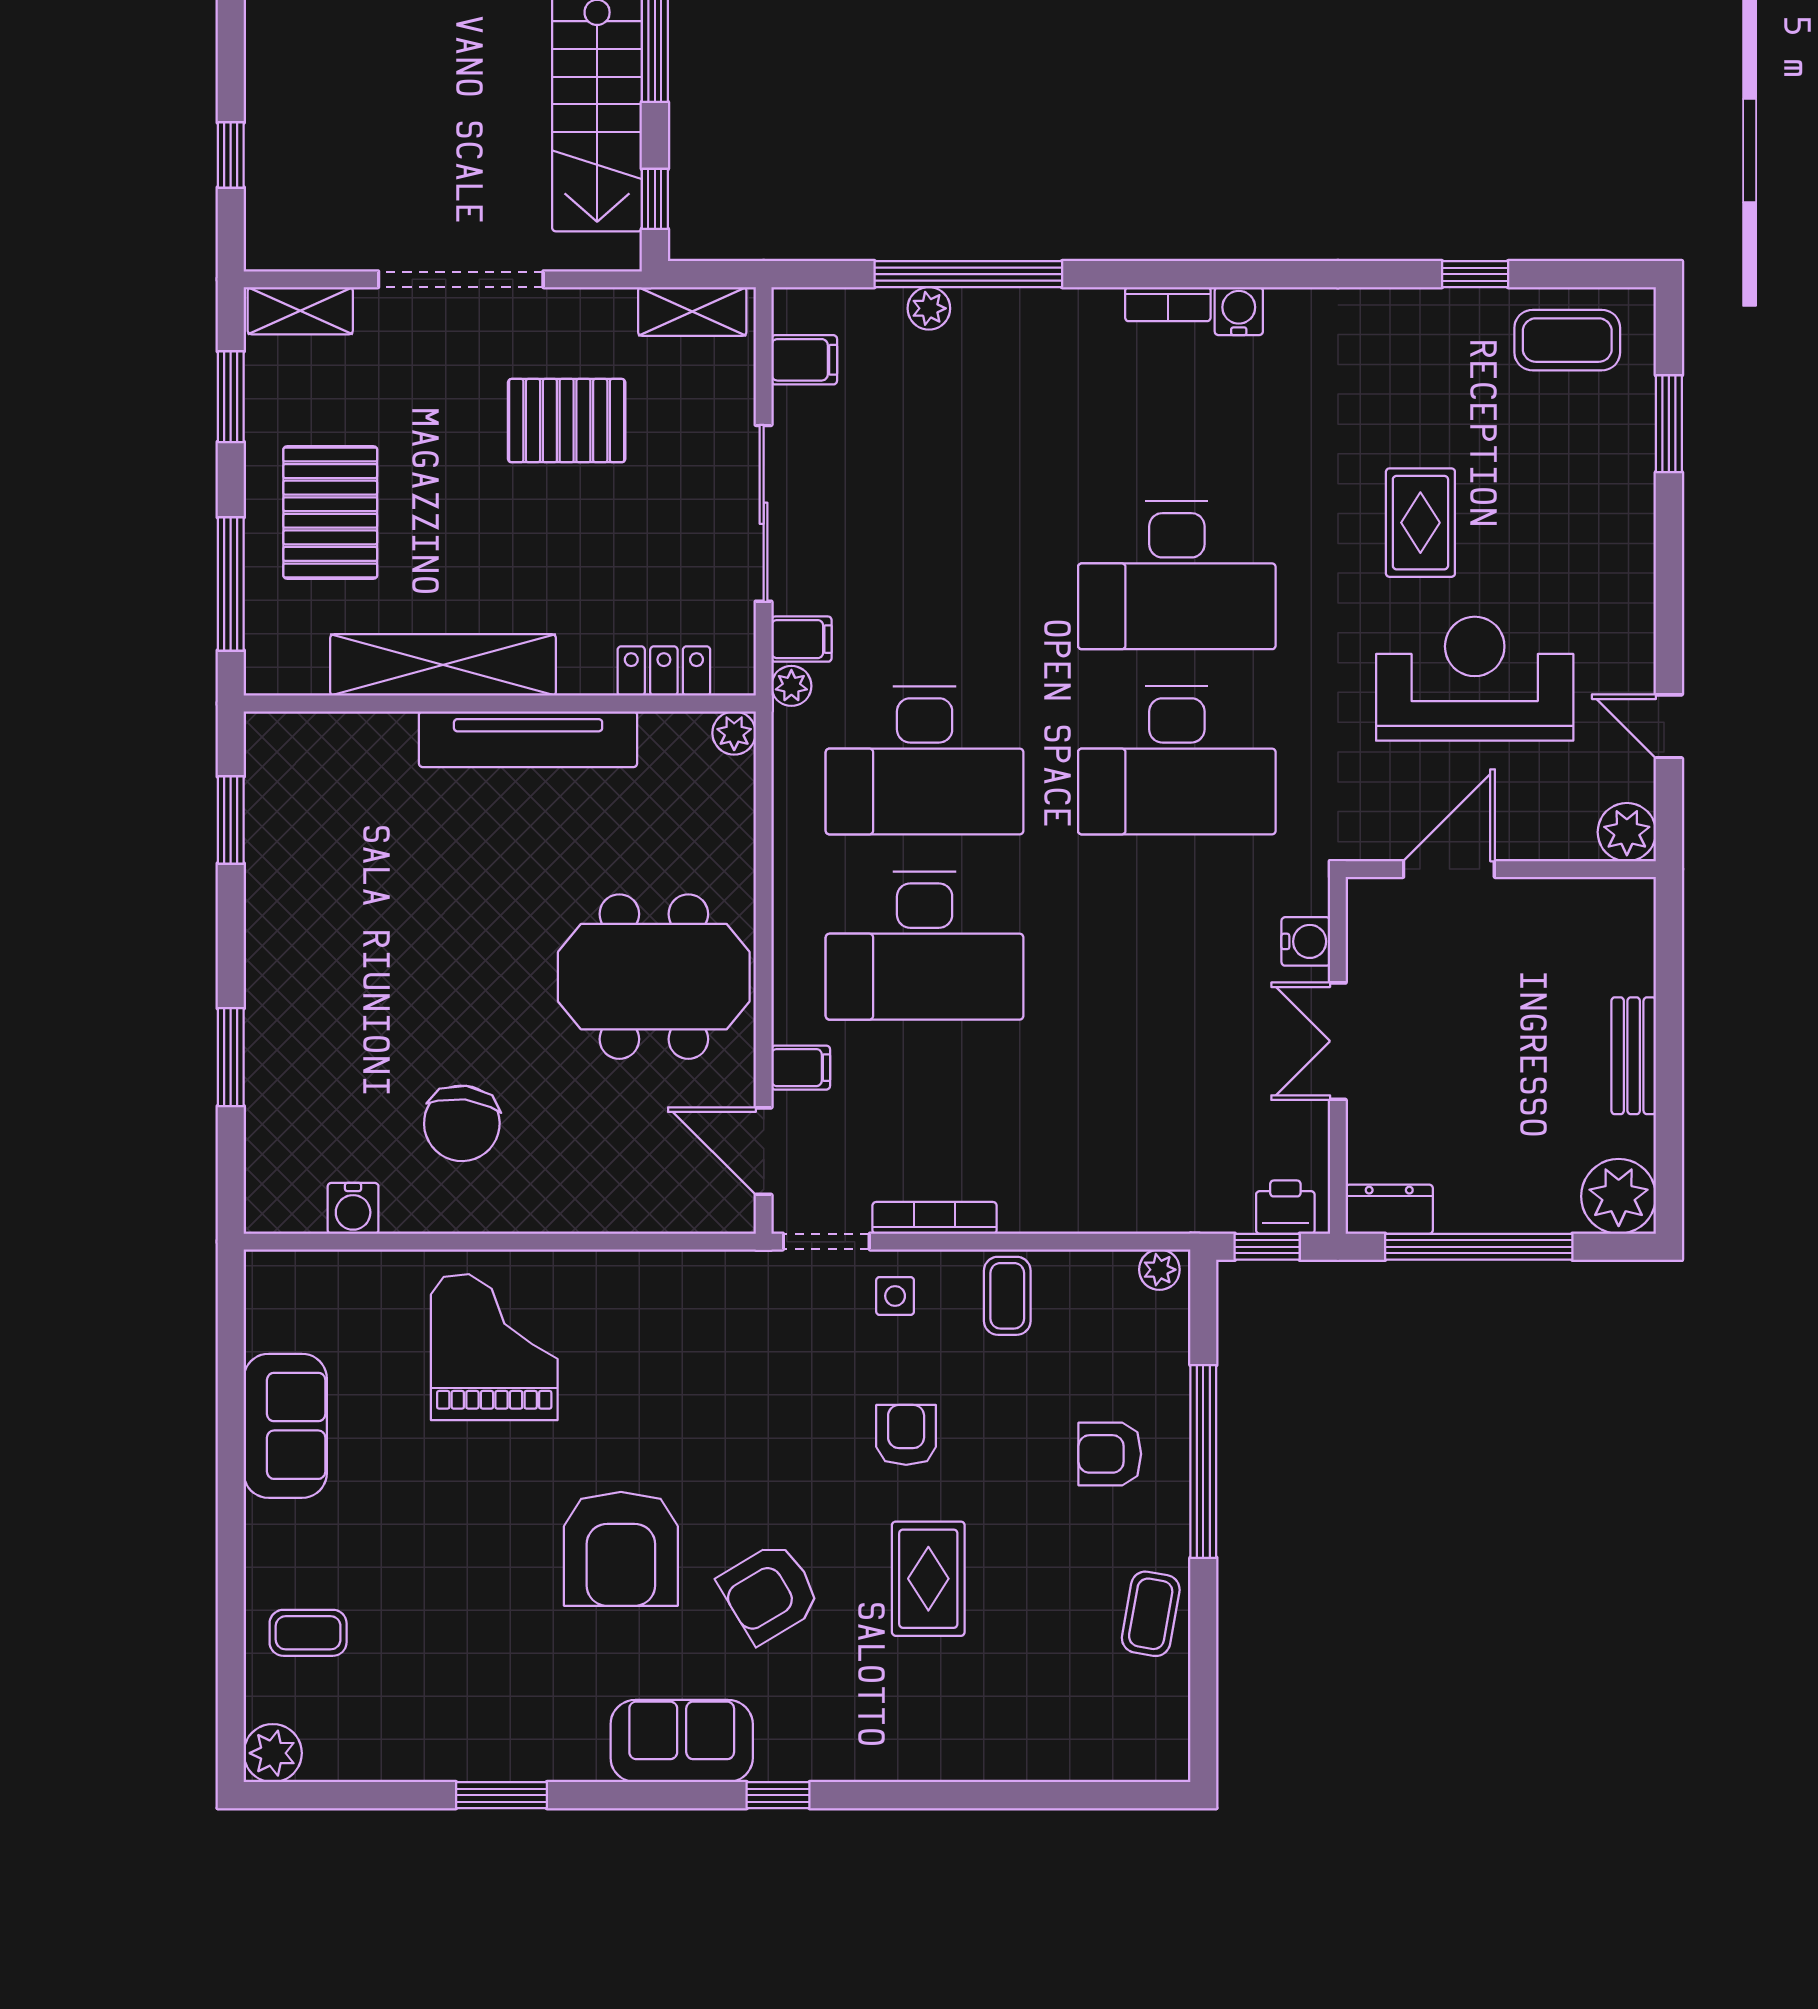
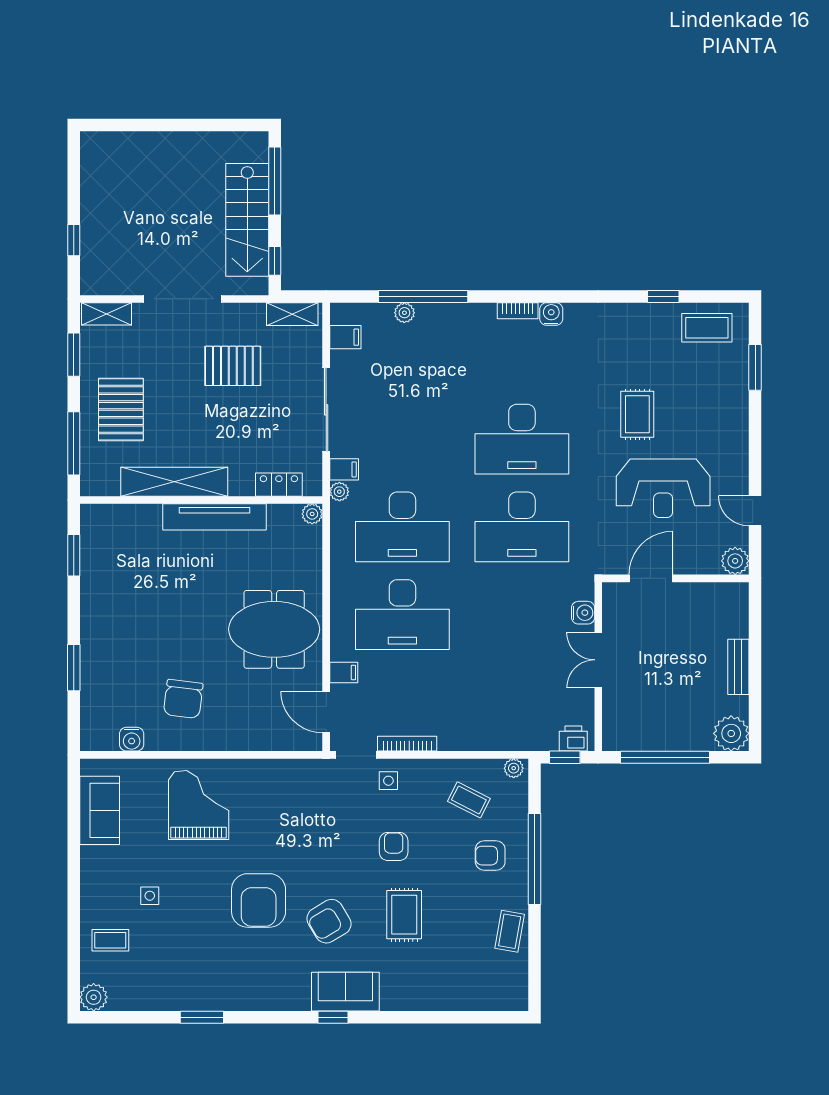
reception desk: (1475, 679) -> (663, 488), turned 180
dresser: (1389, 1209) -> (623, 740), removed
coffee table: (1007, 1296) -> (469, 800), moved, turned -63
sofa: (285, 1426) -> (100, 810), moved
side table: (391, 1539) -> (150, 896), added
sofa: (682, 1741) -> (345, 992), moved

